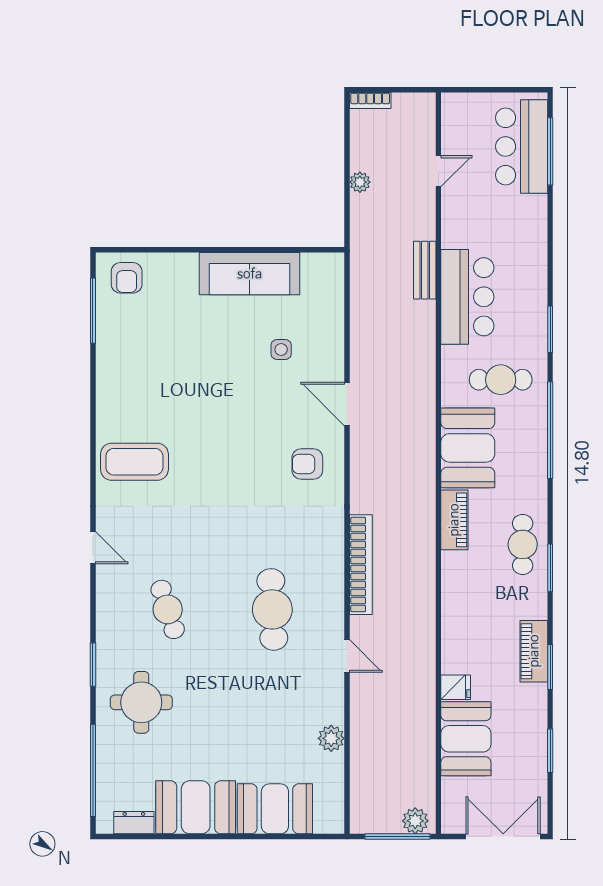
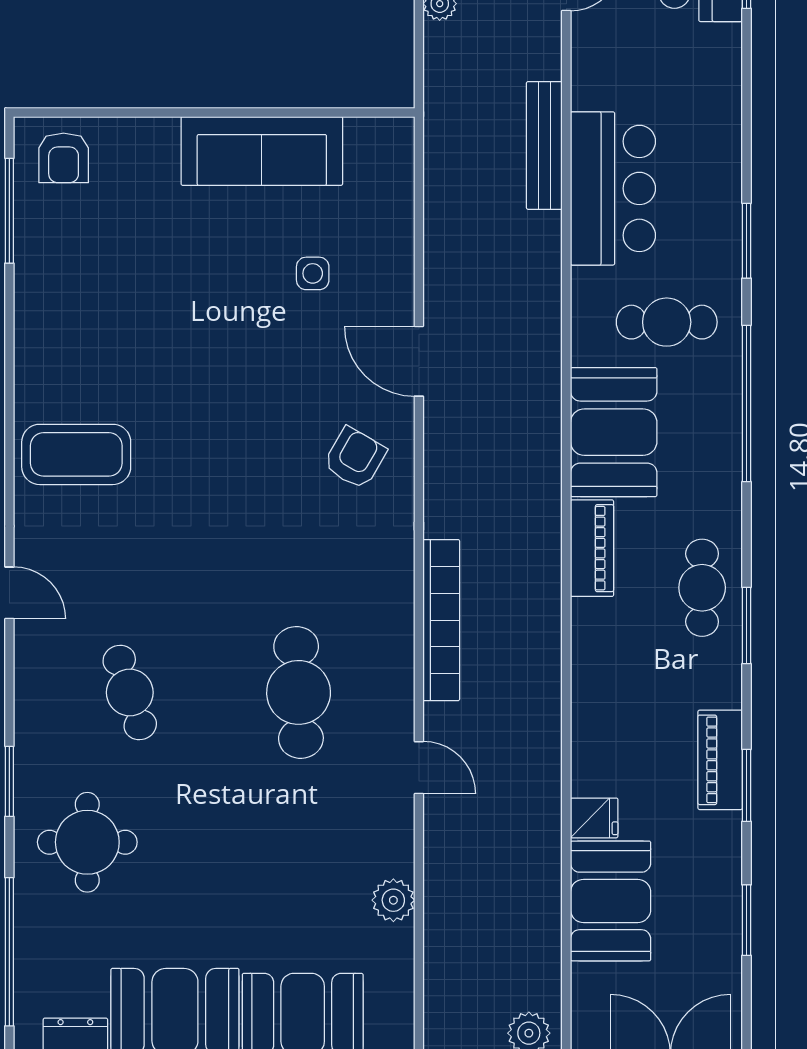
bench: (425, 270) -> (544, 145), width x1.36
armchair: (307, 464) -> (355, 458), turned 120

